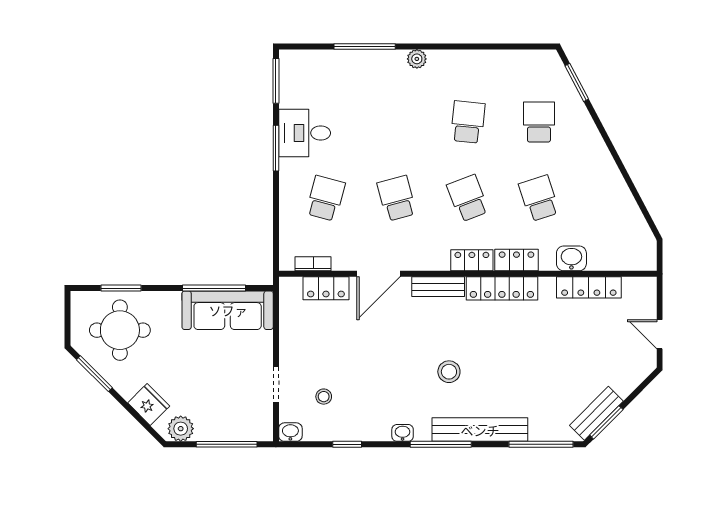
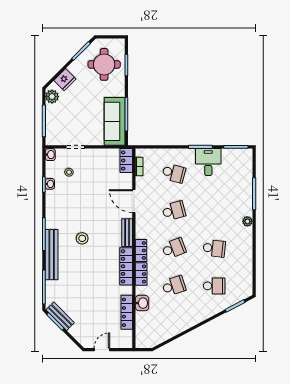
locker: (326, 288) -> (126, 161), moved
washbasin: (403, 433) -> (50, 184), moved

